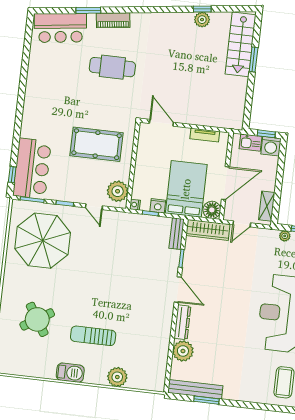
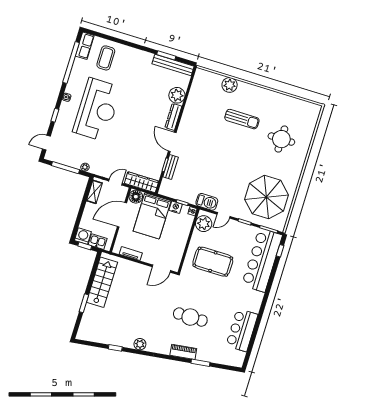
plant: (202, 20) -> (140, 344), moved
bar counter: (60, 28) -> (242, 330), moved, turned -83
stairs: (241, 44) -> (102, 282), moved
door: (161, 123) -> (161, 269), hinge flipped
bar counter: (32, 169) -> (262, 260), width x1.36
door: (94, 207) -> (223, 215), swing flipped
bench: (177, 234) -> (171, 167), moved
round table: (37, 319) -> (281, 139), turned 32
barbecue: (70, 373) -> (207, 202), moved, turned 180

